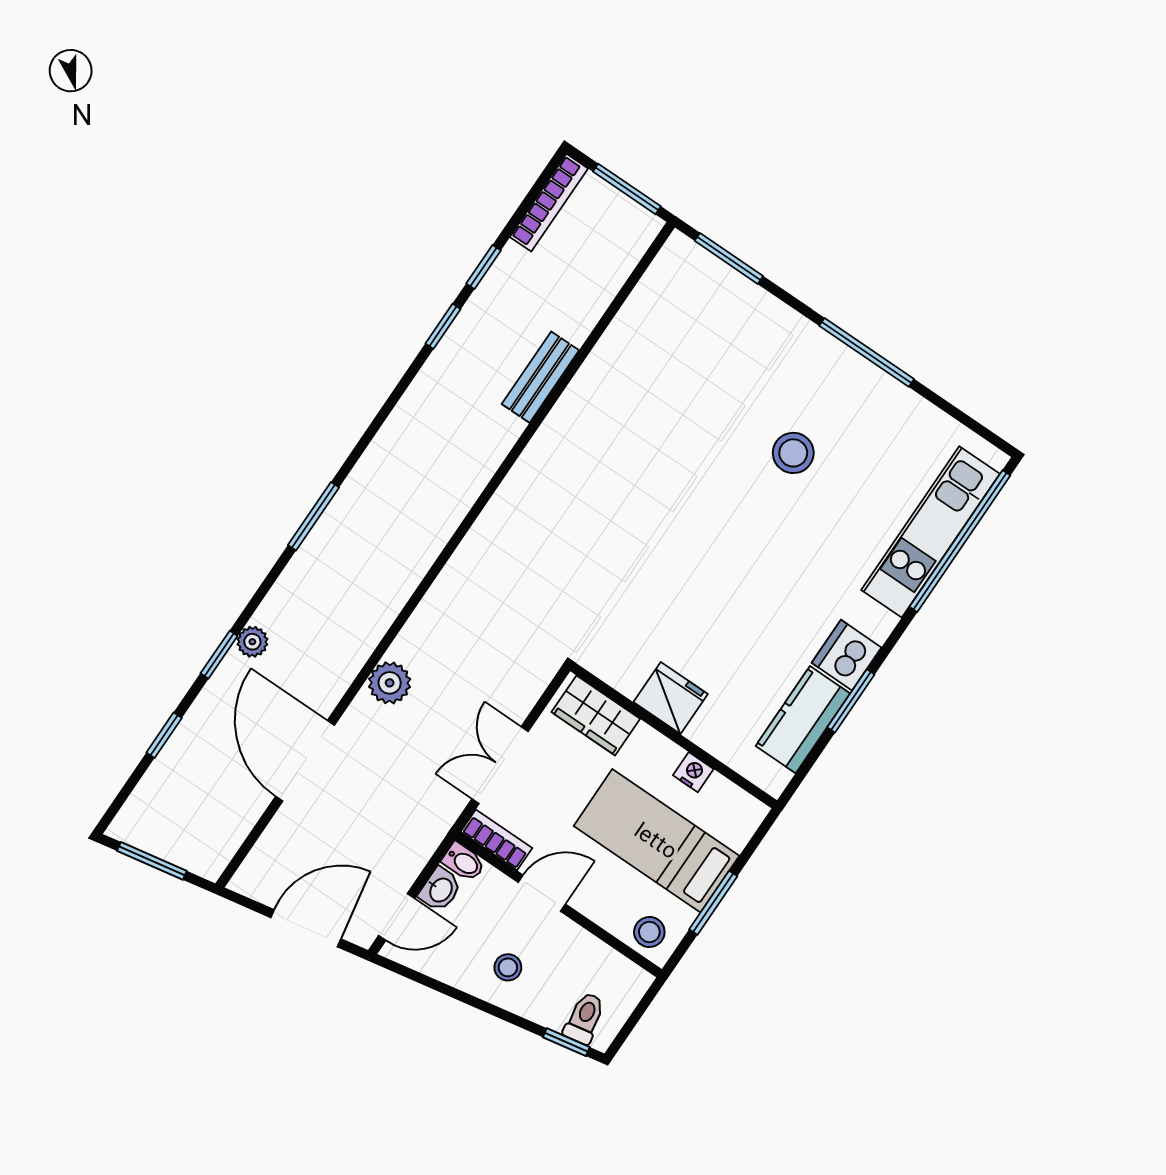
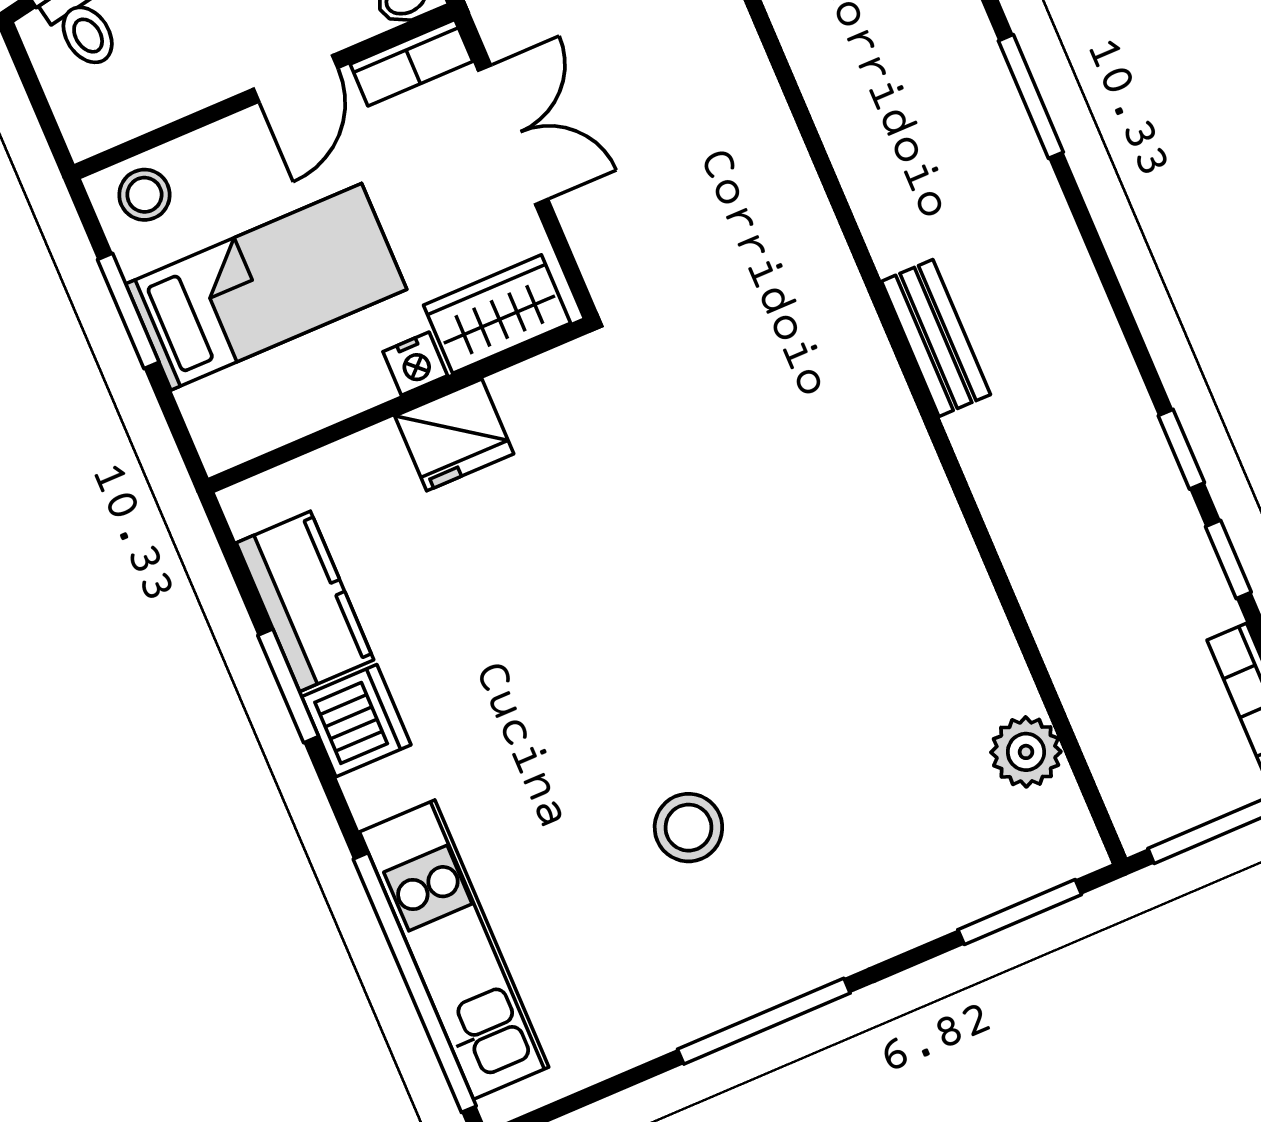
bench: (540, 377) -> (936, 338), moved
plant: (390, 683) -> (1026, 752), moved
nightstand: (693, 772) -> (415, 364), moved

